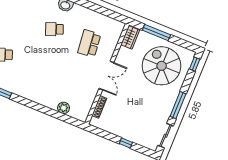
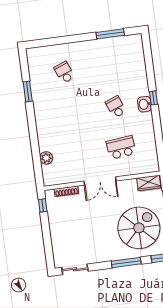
window: (178, 105) -> (126, 263), moved
window: (126, 143) -> (43, 205), moved

